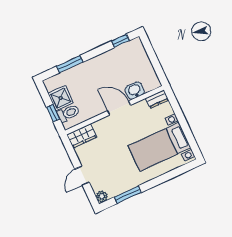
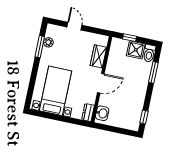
washbasin: (135, 91) -> (102, 113), moved
toilet: (68, 113) -> (149, 53), moved
wardrobe: (82, 136) -> (98, 56), moved
plant: (102, 196) -> (48, 42), moved

